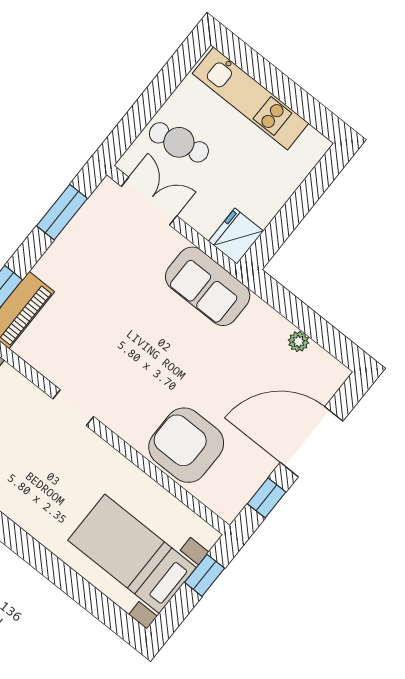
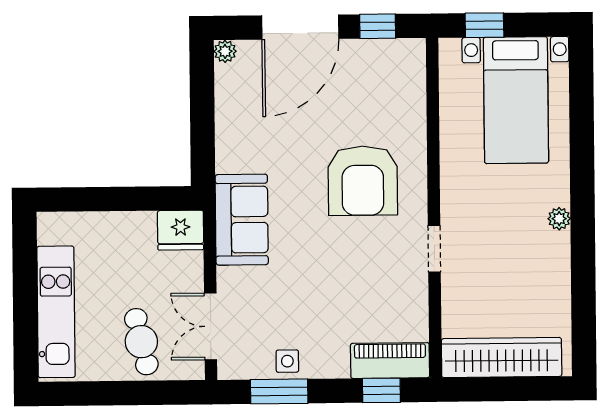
side table: (79, 236) -> (287, 361), added
plant: (299, 341) -> (225, 51), moved
door: (311, 442) -> (300, 27), hinge flipped
armchair: (186, 445) -> (363, 181), moved
plant: (21, 515) -> (559, 219), added

